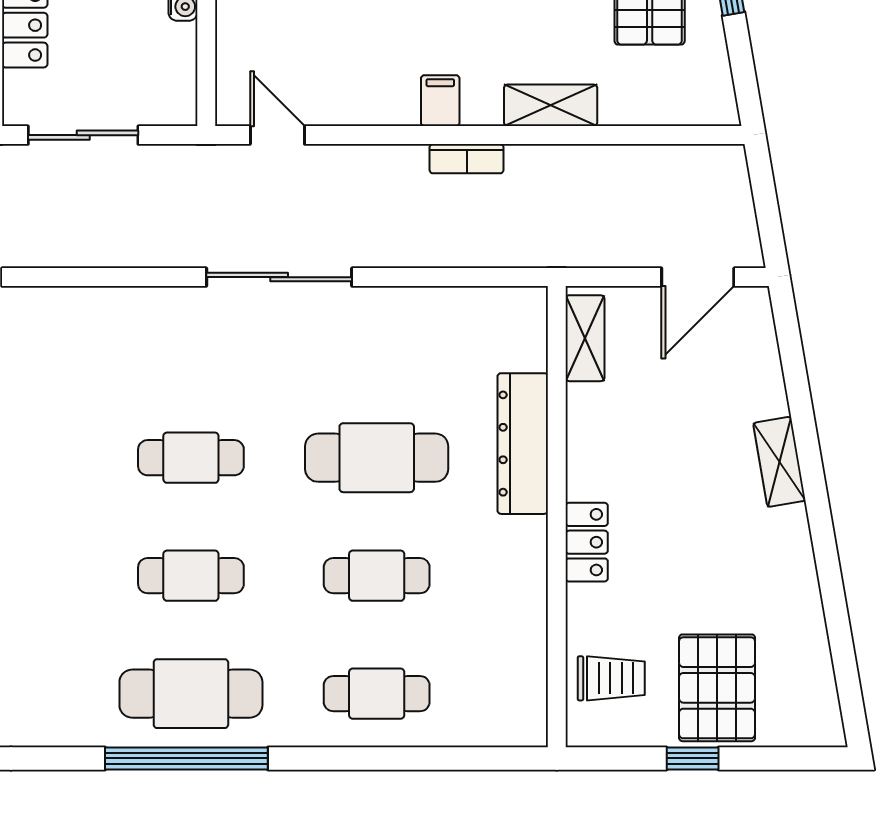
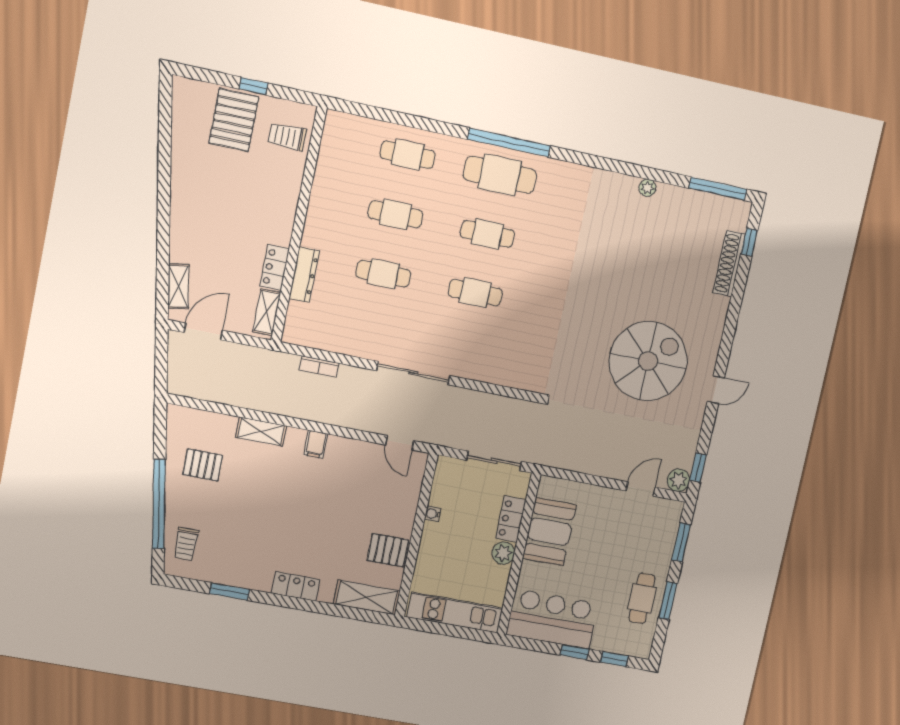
bookcase: (467, 159) -> (319, 367), moved, turned 180
dresser: (523, 444) -> (304, 275), width x0.73, depth x0.80
cafe table: (377, 458) -> (383, 274), width x0.73, depth x0.74
shelving: (779, 462) -> (178, 286), moved
locker: (587, 542) -> (275, 268), moved

